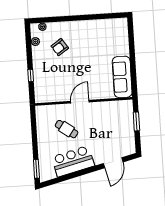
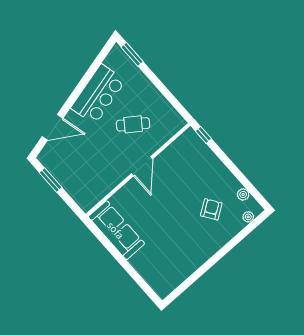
window: (31, 75) -> (203, 135), moved
window: (136, 121) -> (51, 180), moved
door: (113, 163) -> (52, 127), swing flipped

